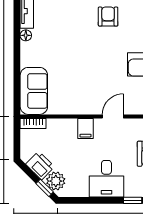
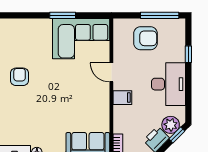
armchair: (108, 17) -> (20, 77), turned 90
desk: (106, 179) -> (168, 84), width x1.37

